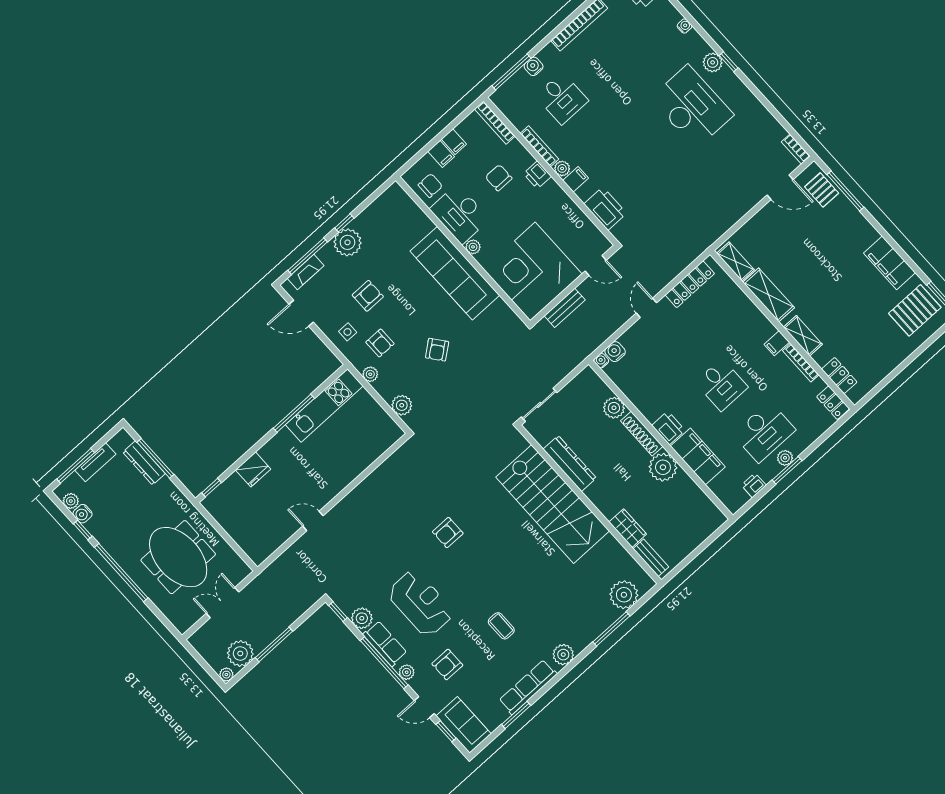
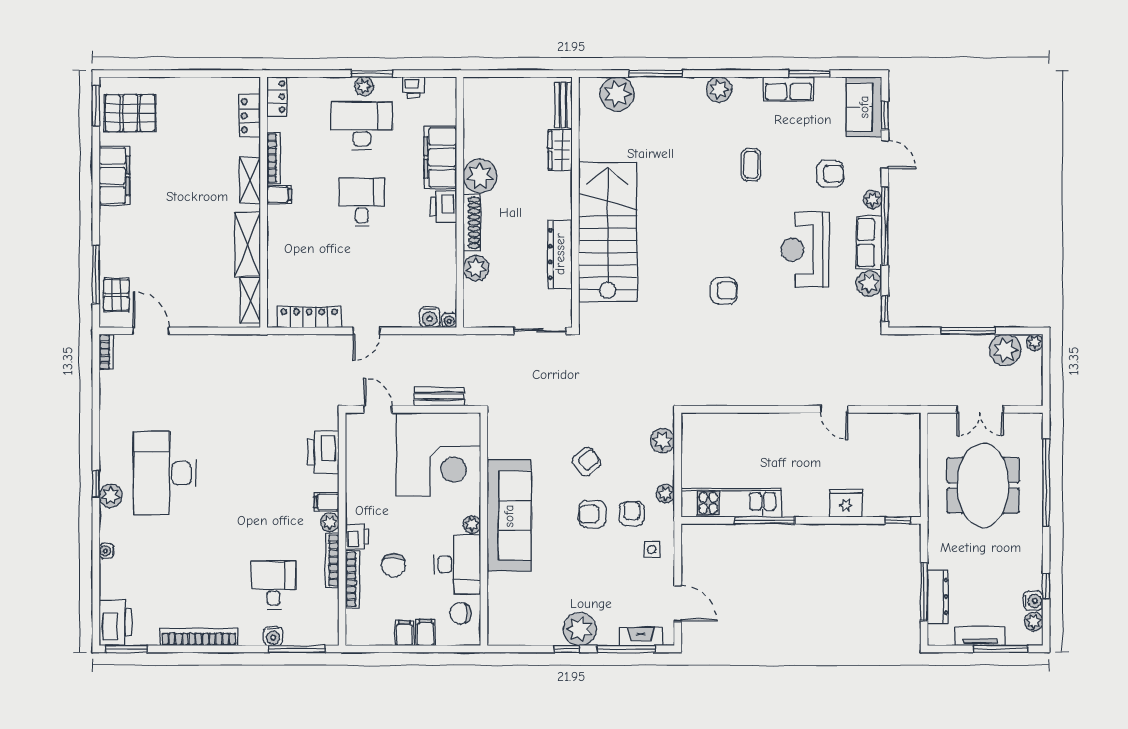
bookcase: (495, 123) -> (353, 579), moved
armchair: (368, 296) -> (592, 514), moved
window: (121, 573) -> (1046, 482), moved
row of seats: (528, 687) -> (789, 89), width x0.68

